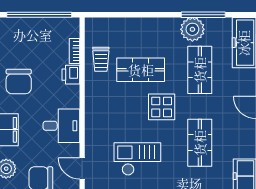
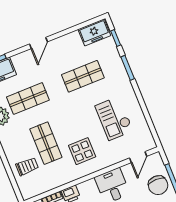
trolley: (101, 59) -> (27, 166), moved
display table: (162, 107) -> (82, 151), moved

